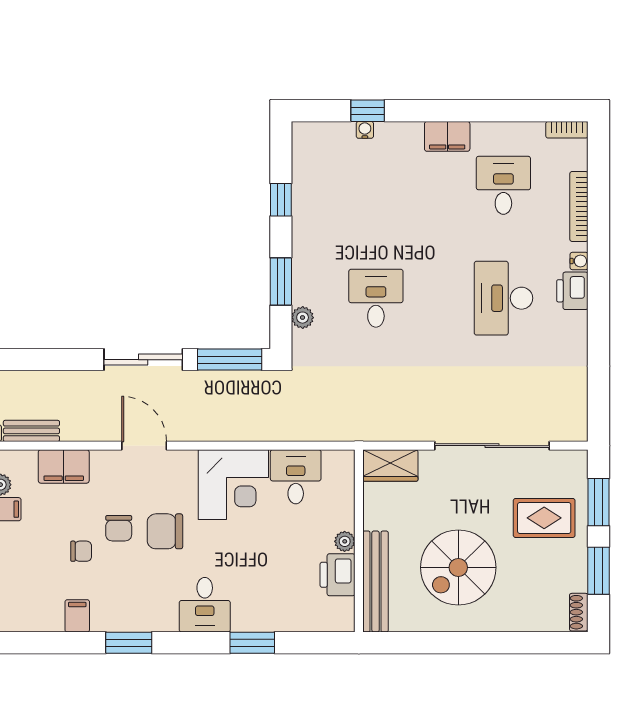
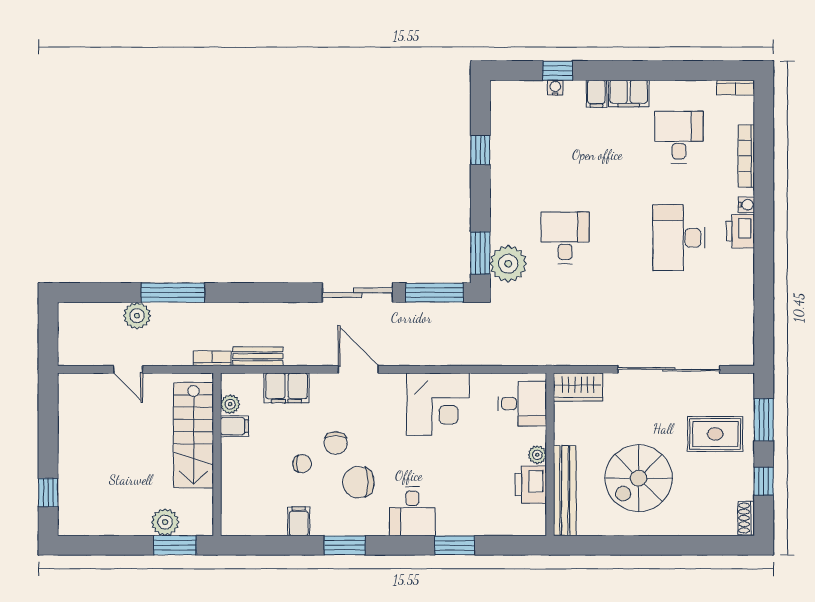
filing cabinet: (411, 137) -> (596, 94), added
window: (281, 281) -> (480, 253), moved
plant: (303, 318) -> (508, 264), width x1.87, depth x1.87
desk: (296, 477) -> (522, 404), moved, turned 90
chair: (165, 531) -> (358, 482), moved
window: (598, 571) -> (764, 481), width x0.67

